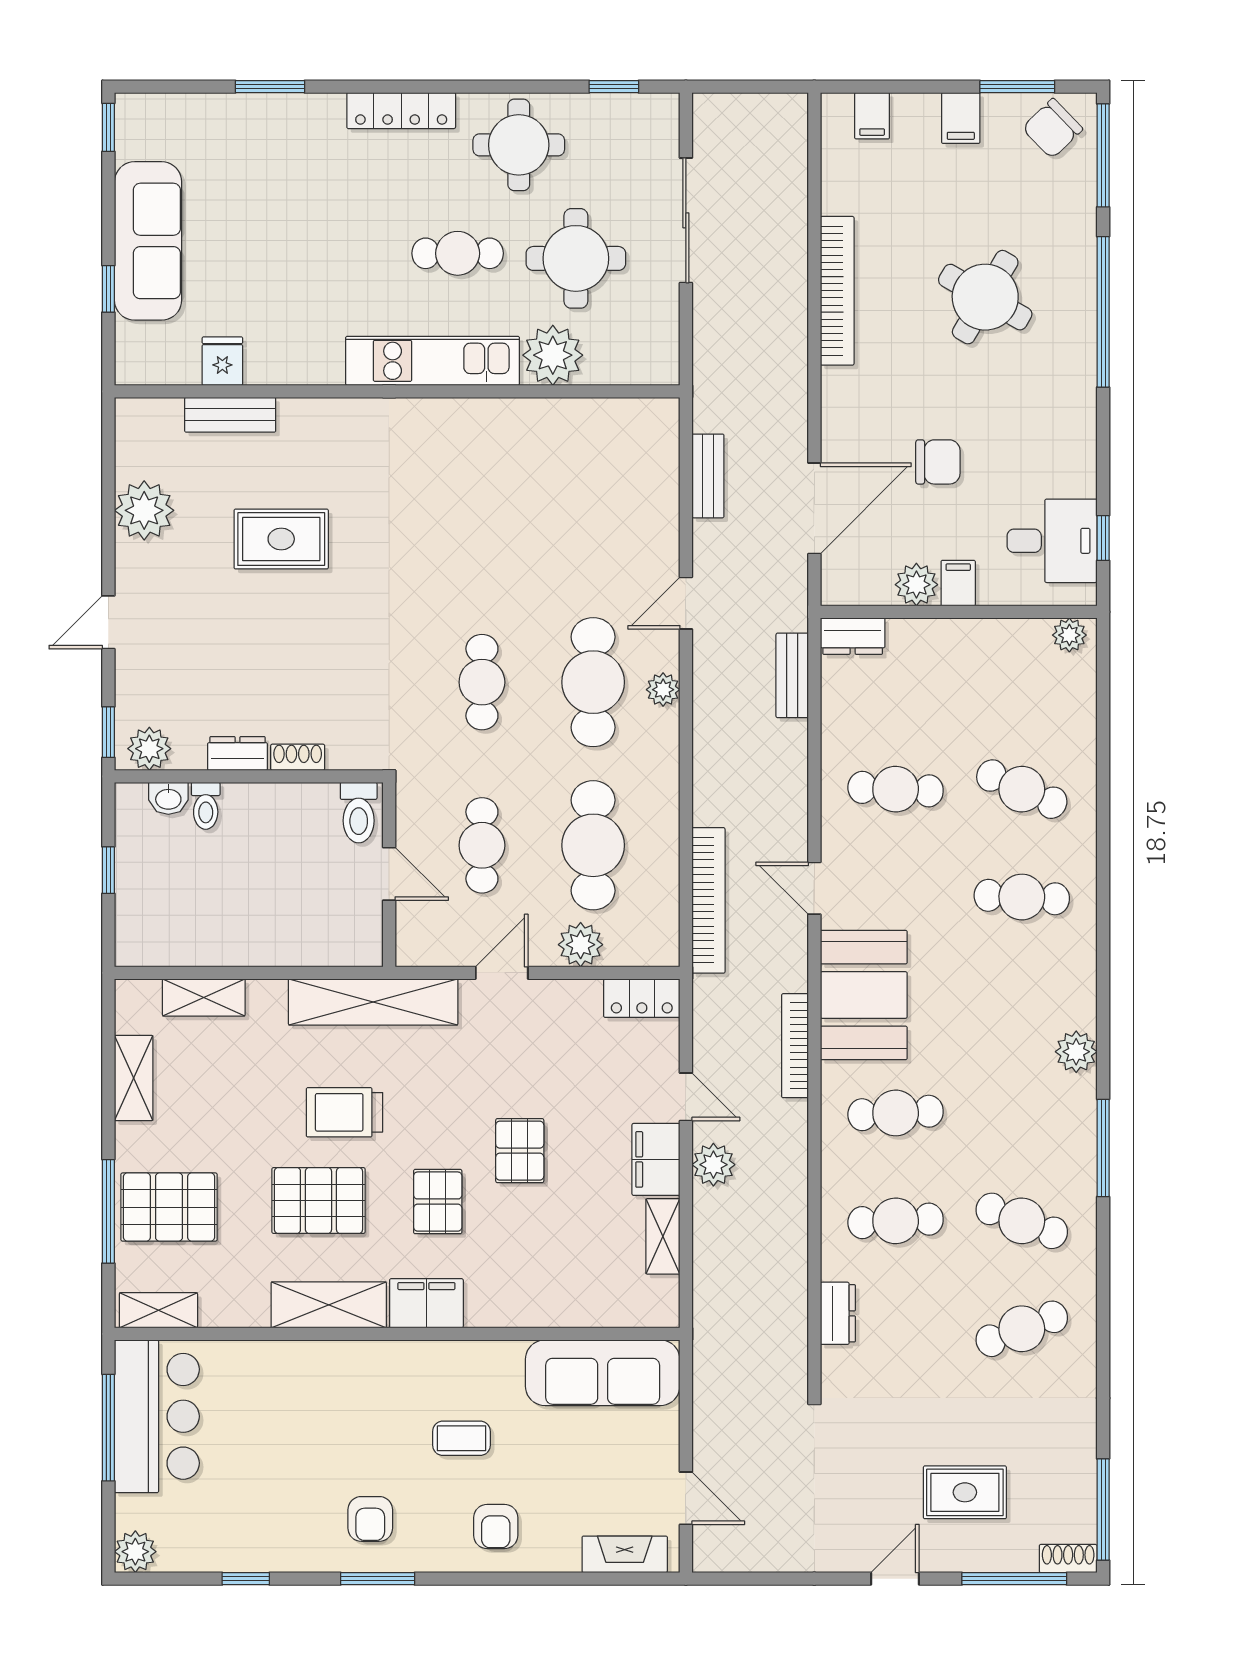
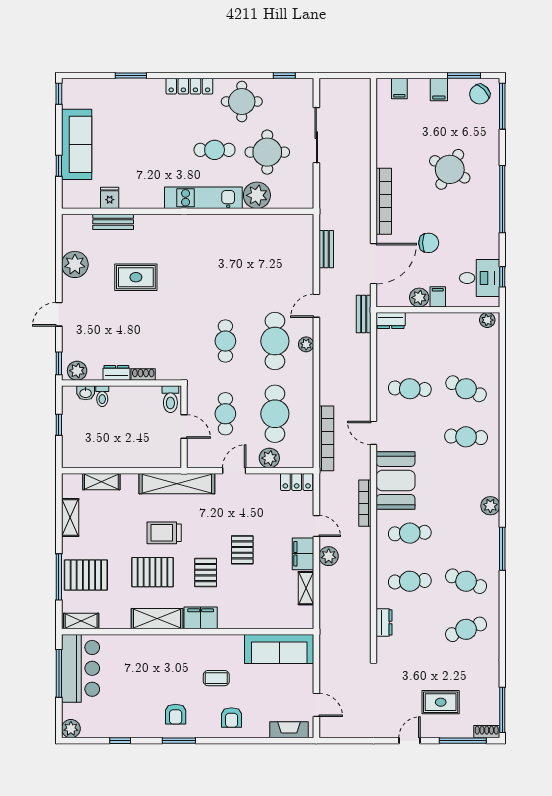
bookcase: (837, 291) -> (384, 201), moved
window: (1103, 312) -> (502, 199), moved
bench: (792, 675) -> (364, 314), moved

